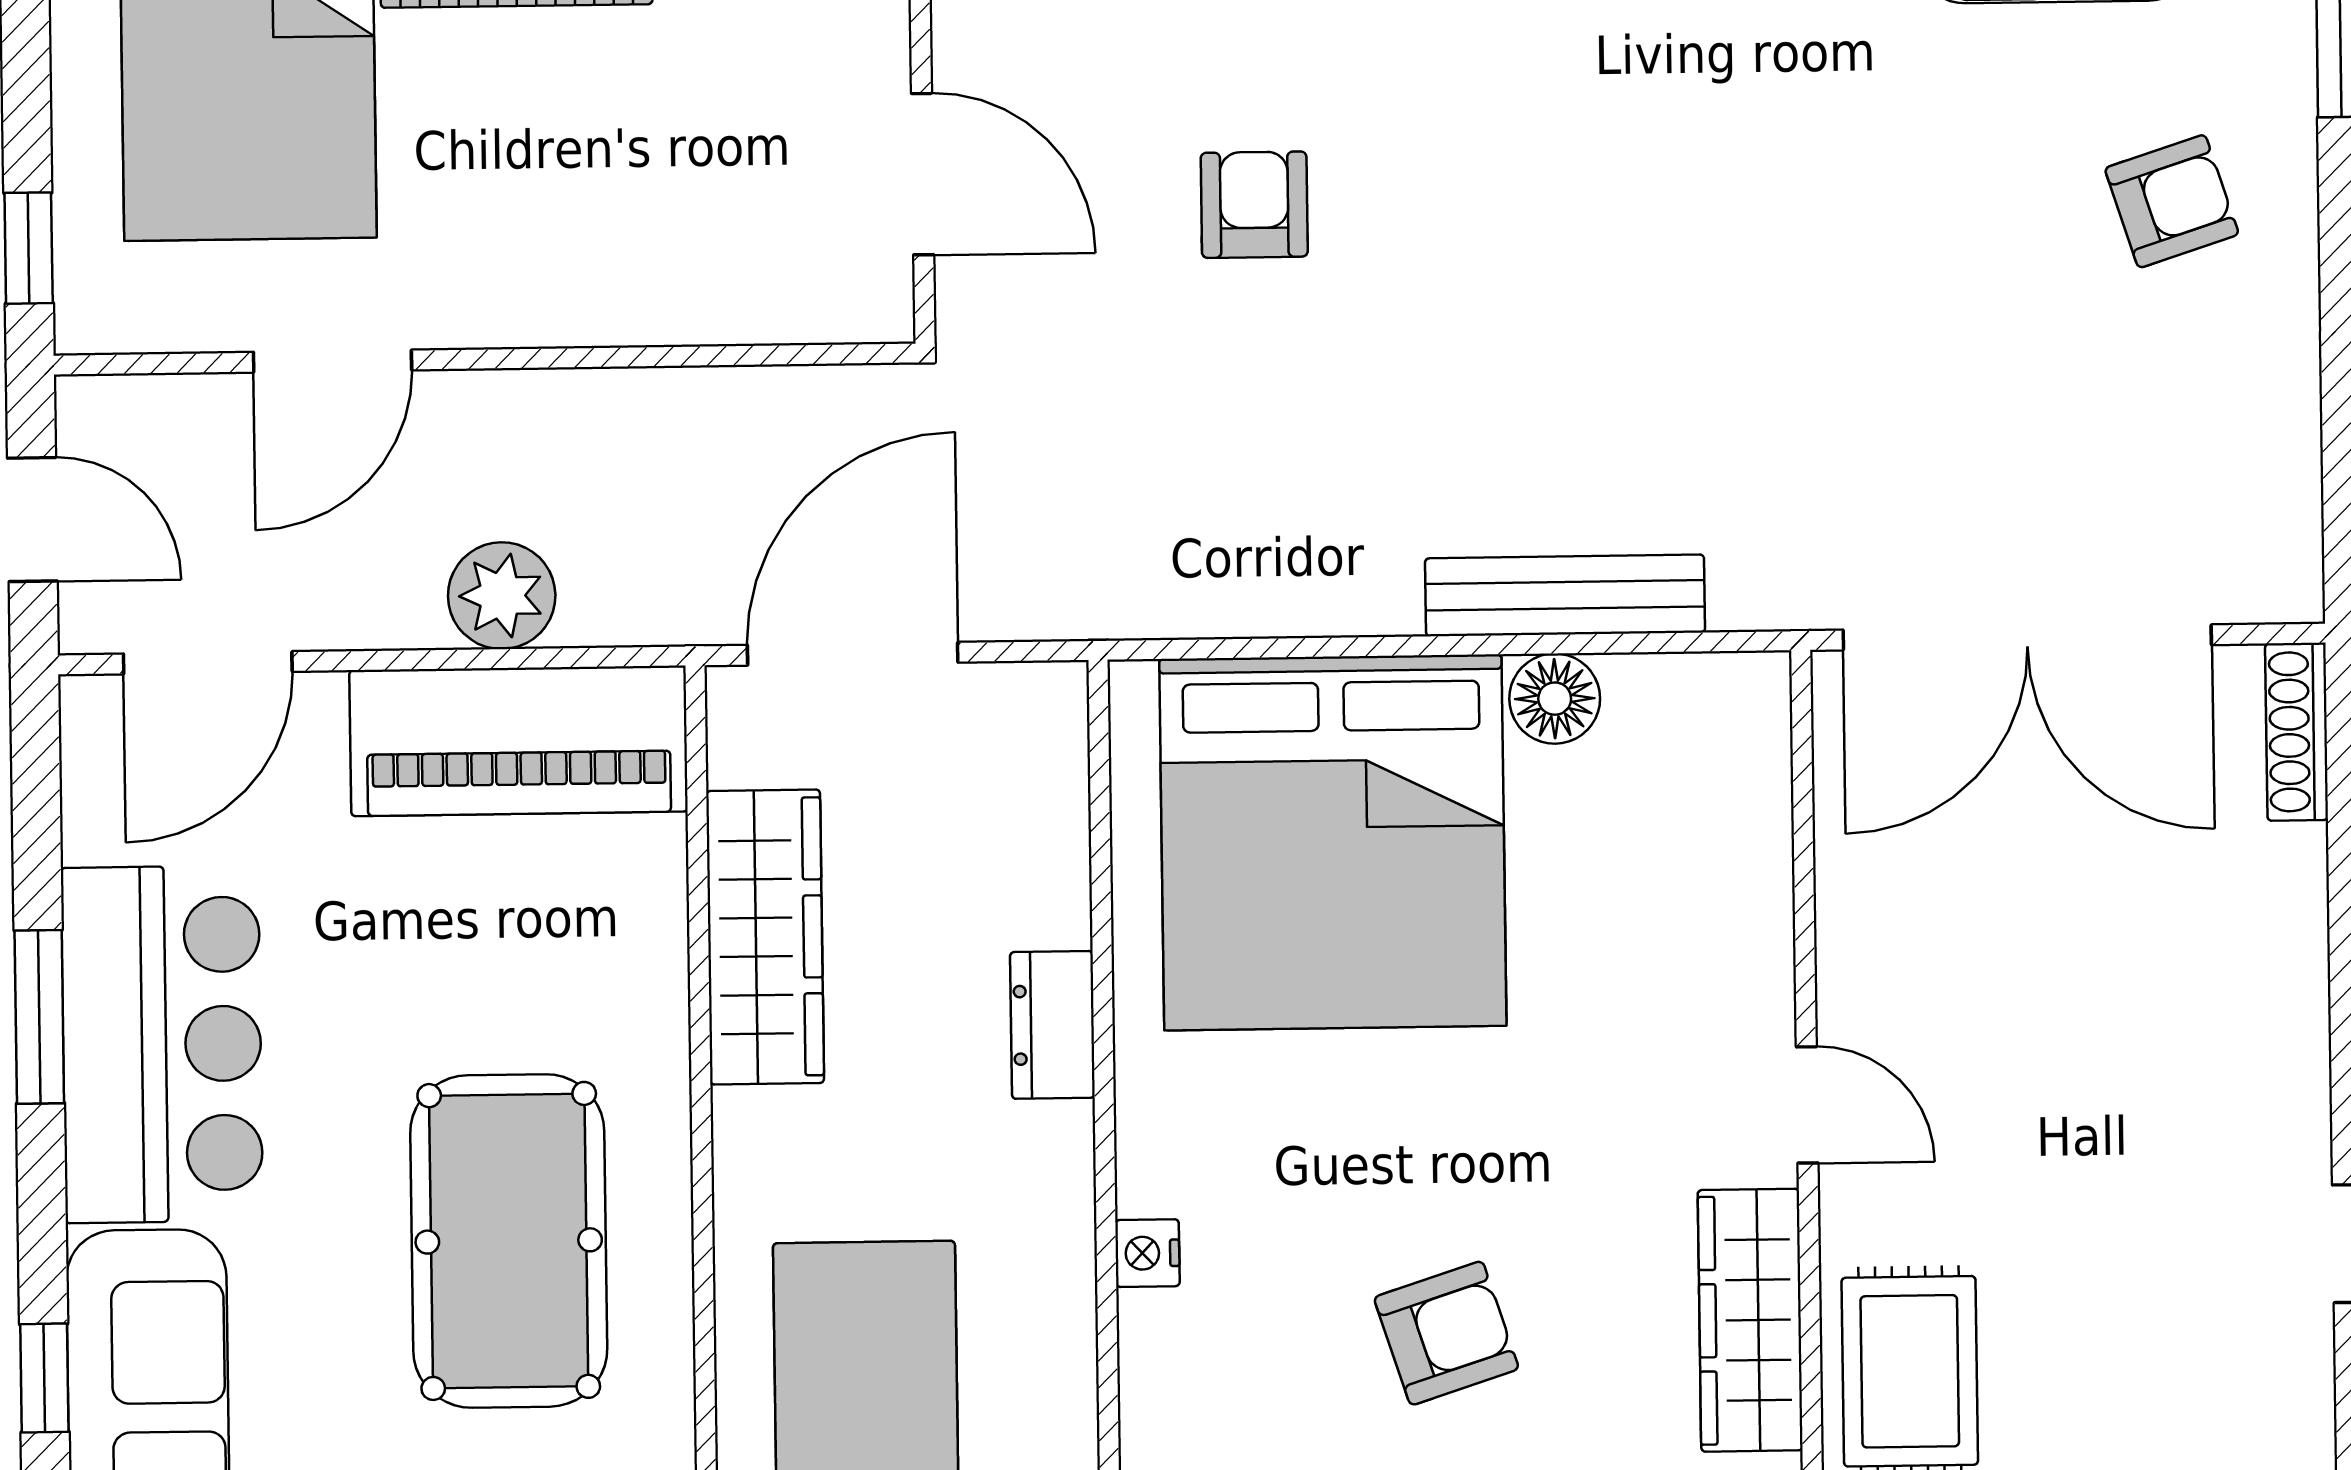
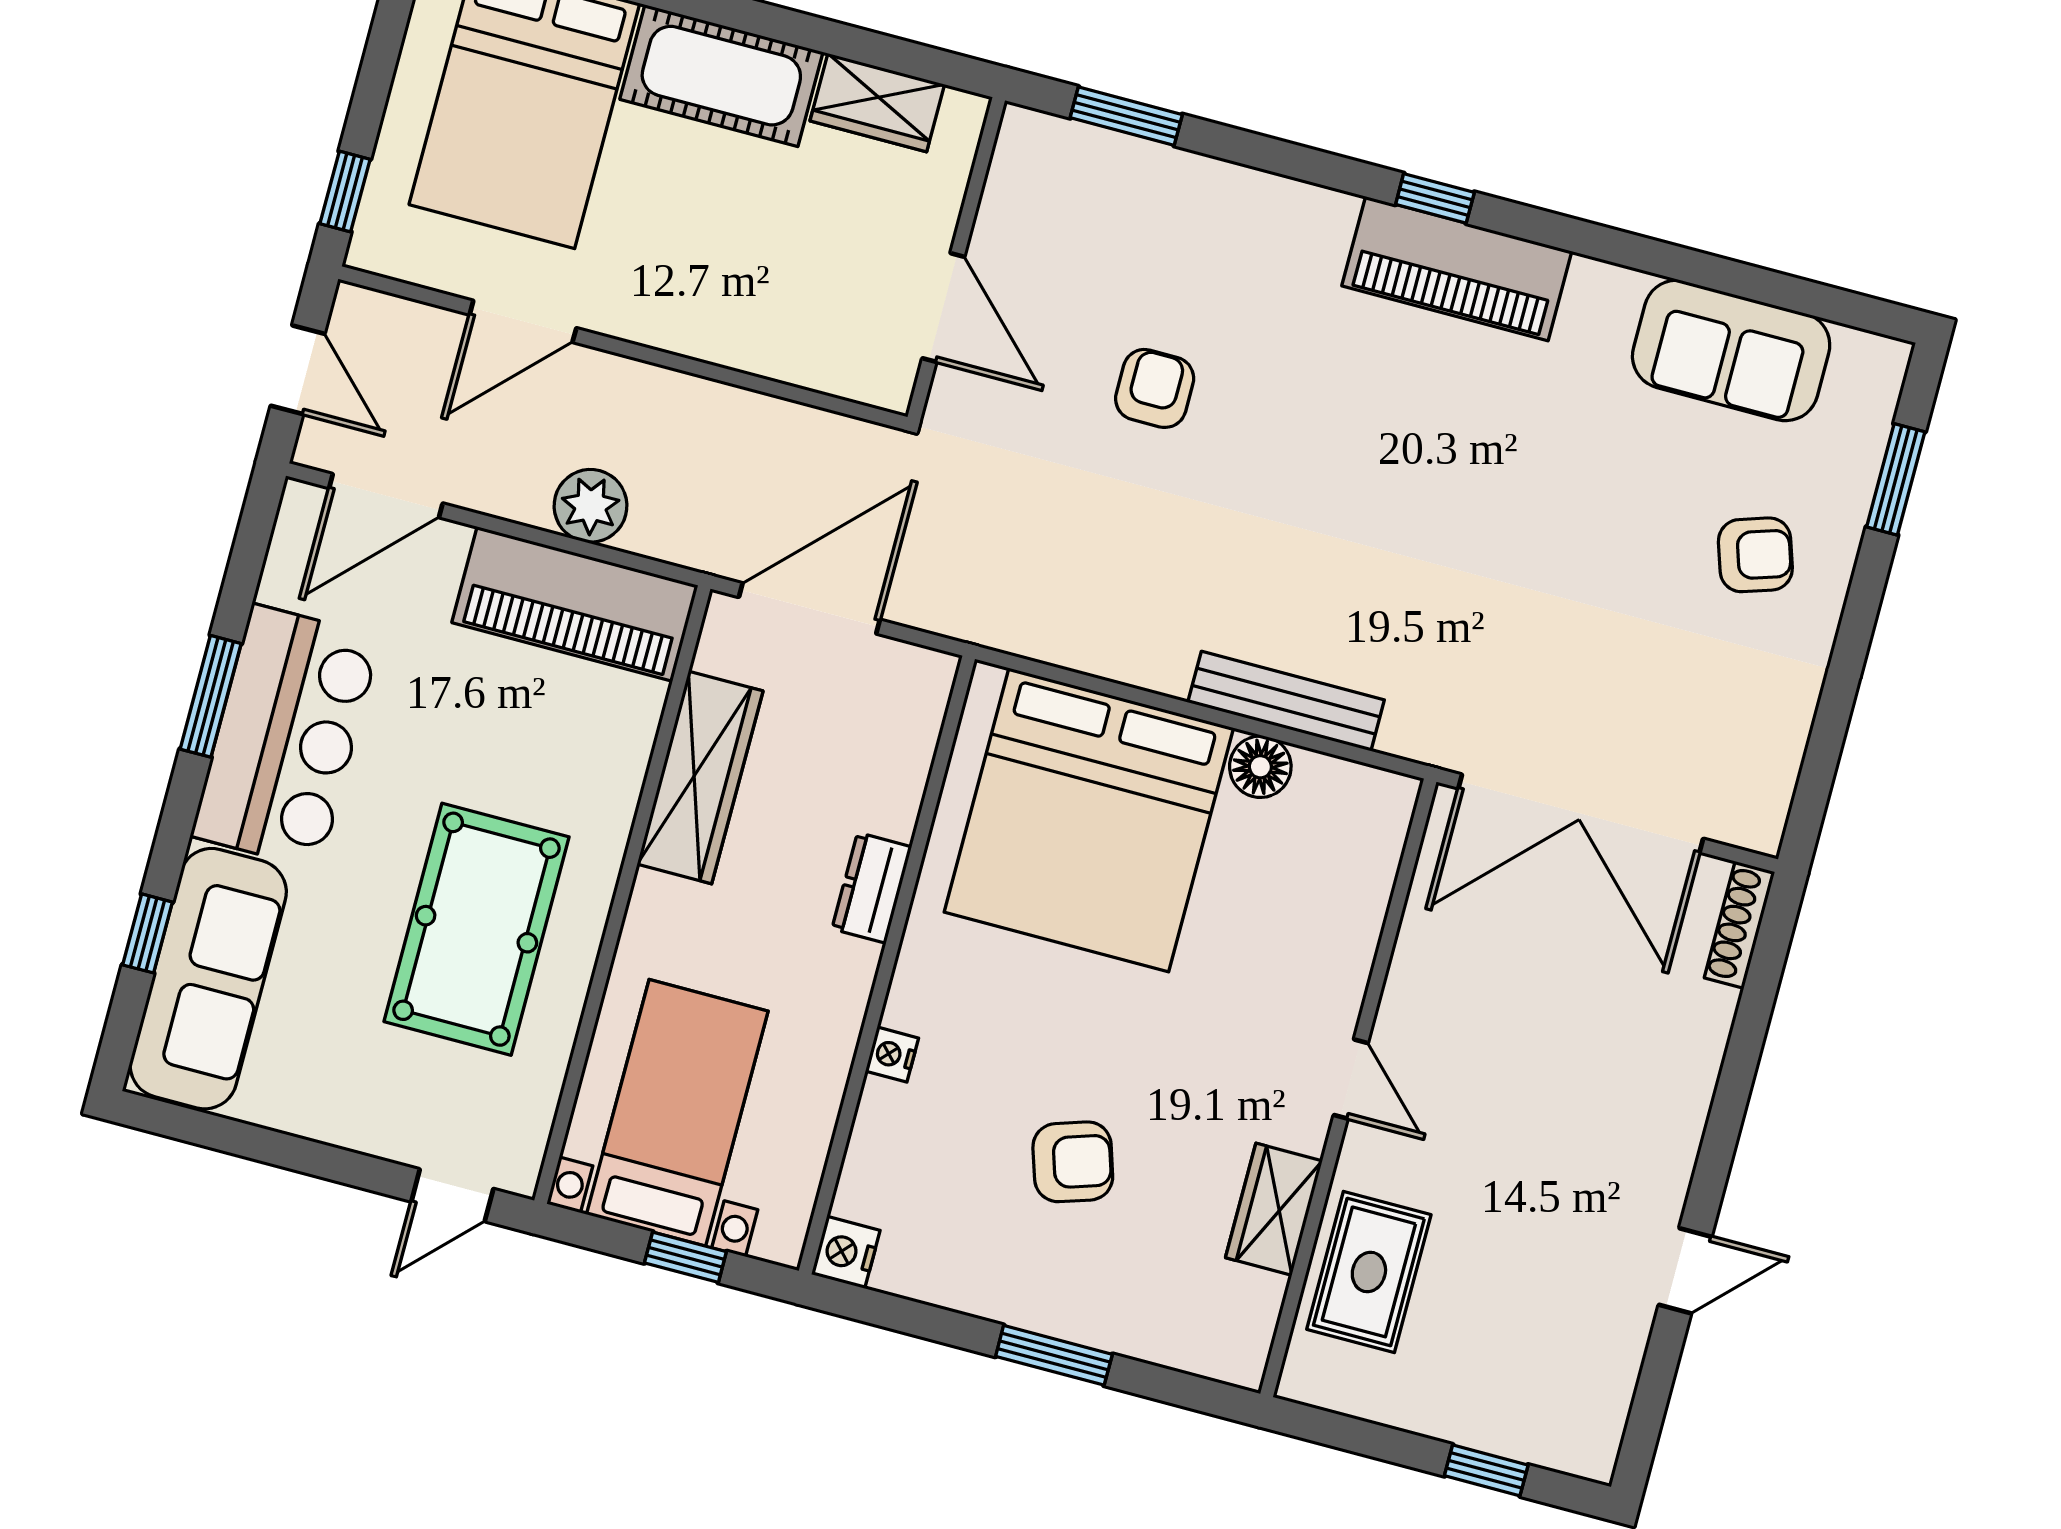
wardrobe: (1750, 1320) -> (1274, 1209), width x0.67

